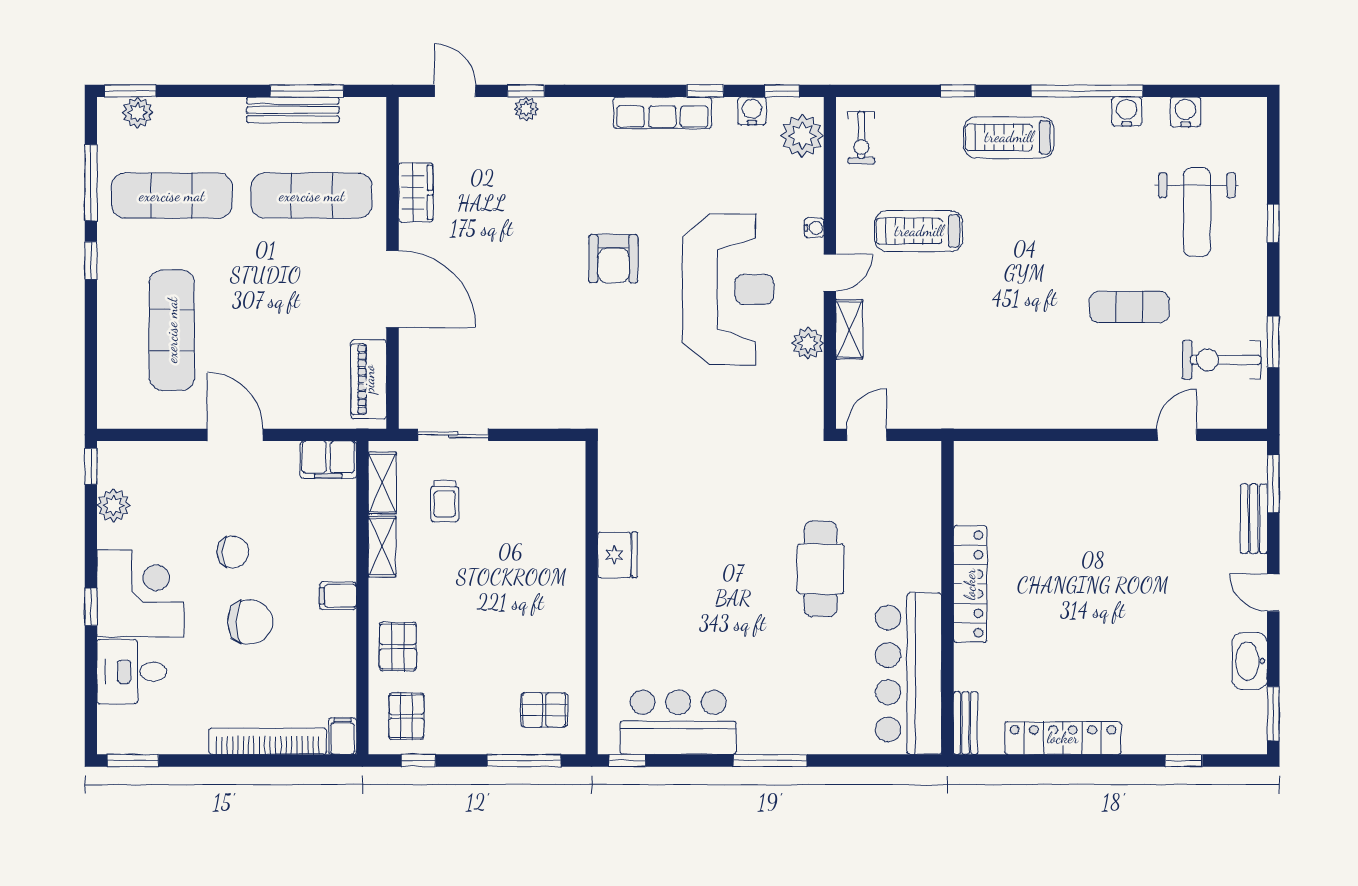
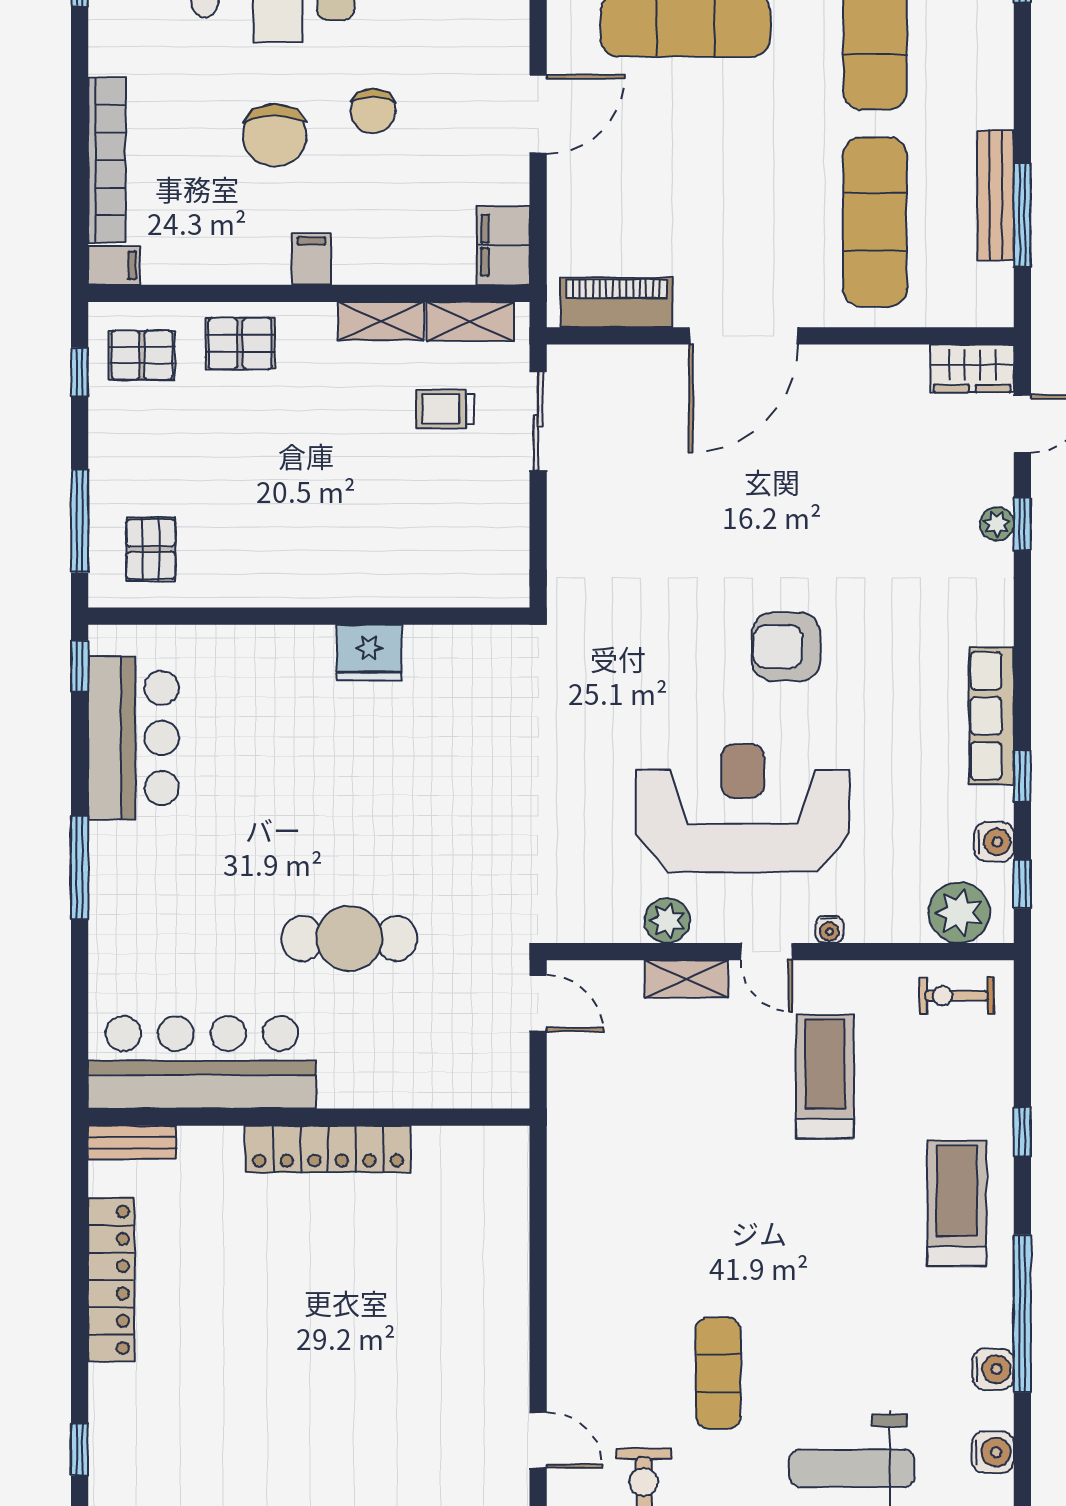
wardrobe: (416, 192) -> (972, 368), moved
reception desk: (728, 290) -> (743, 808), turned 180

